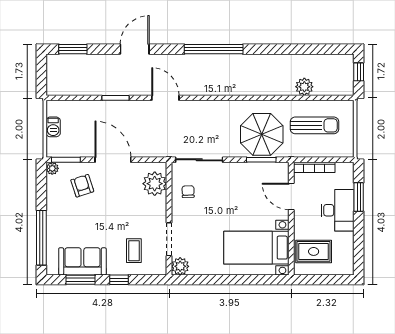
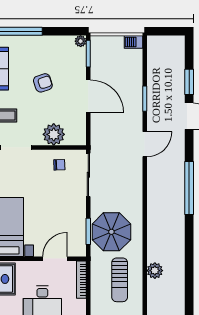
window: (73, 49) -> (189, 82), moved
barbecue: (53, 127) -> (133, 42), moved
door: (113, 160) -> (88, 96), hinge flipped
plant: (155, 184) -> (54, 134), moved
armchair: (82, 186) -> (43, 83), moved

